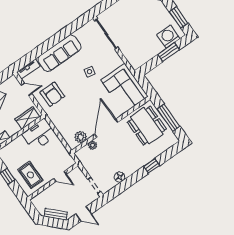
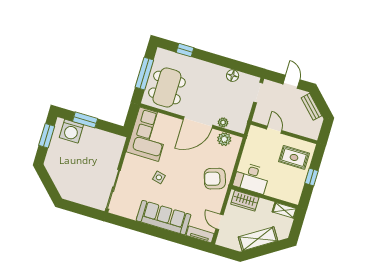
armchair: (52, 94) -> (215, 179), moved, turned -108
window: (152, 166) -> (185, 50), moved
rug: (30, 175) -> (294, 157), turned 90

